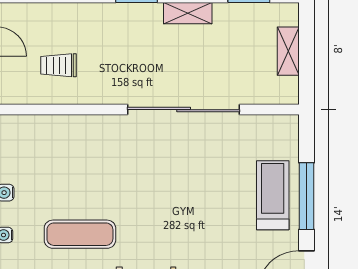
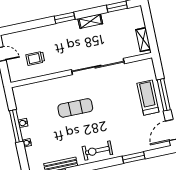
shelving: (288, 51) -> (143, 40), moved
exercise mat: (80, 234) -> (75, 108), moved

